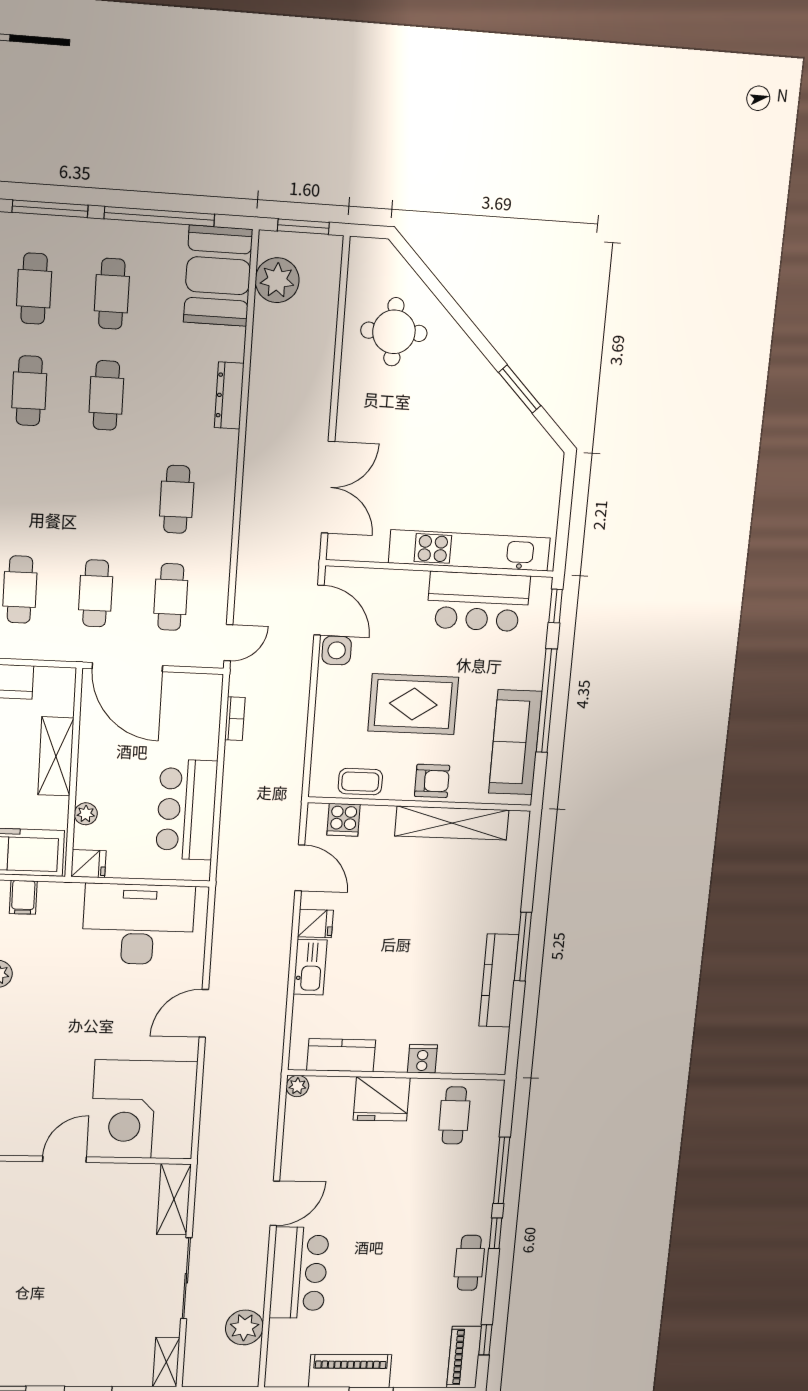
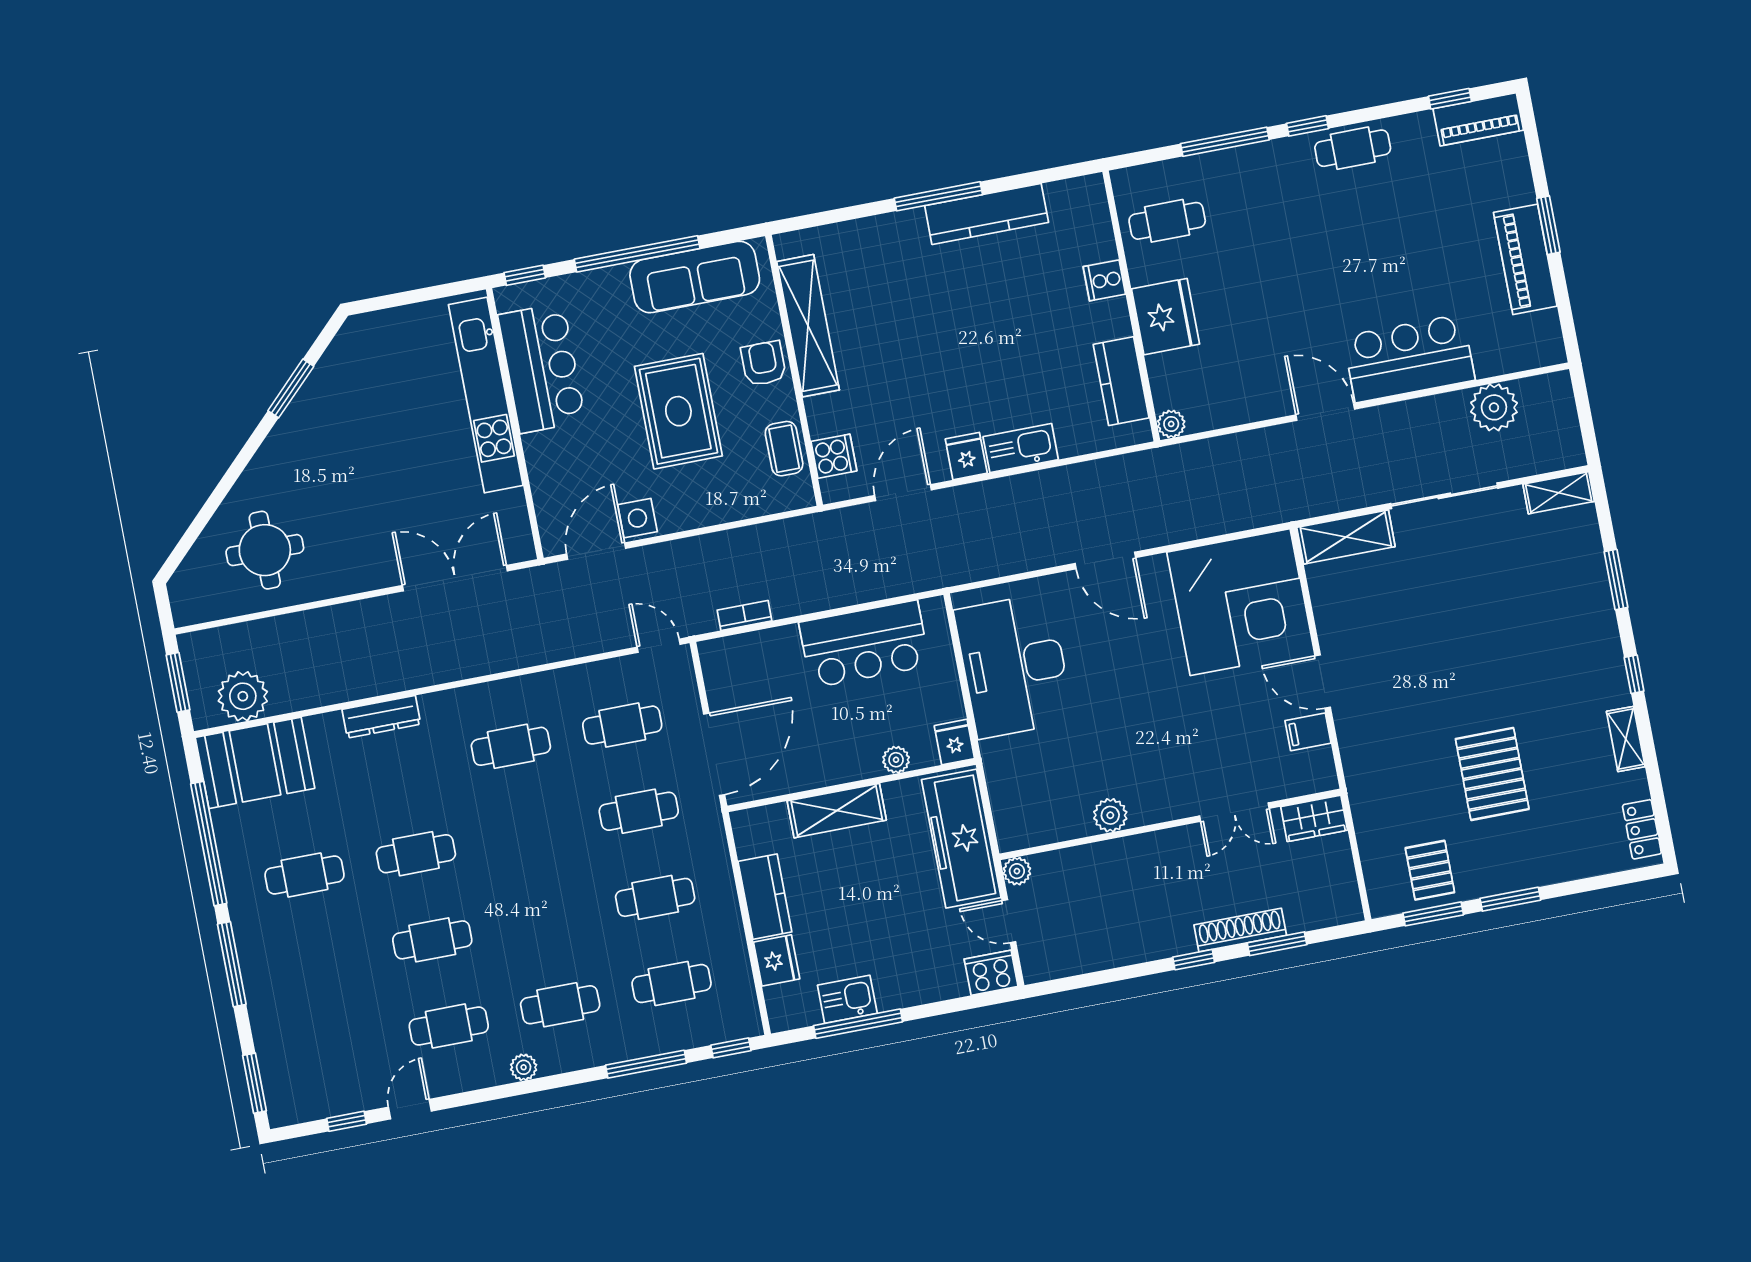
cafe table: (34, 289) -> (321, 961), removed
filing cabinet: (23, 897) -> (1308, 732), moved, turned 180

